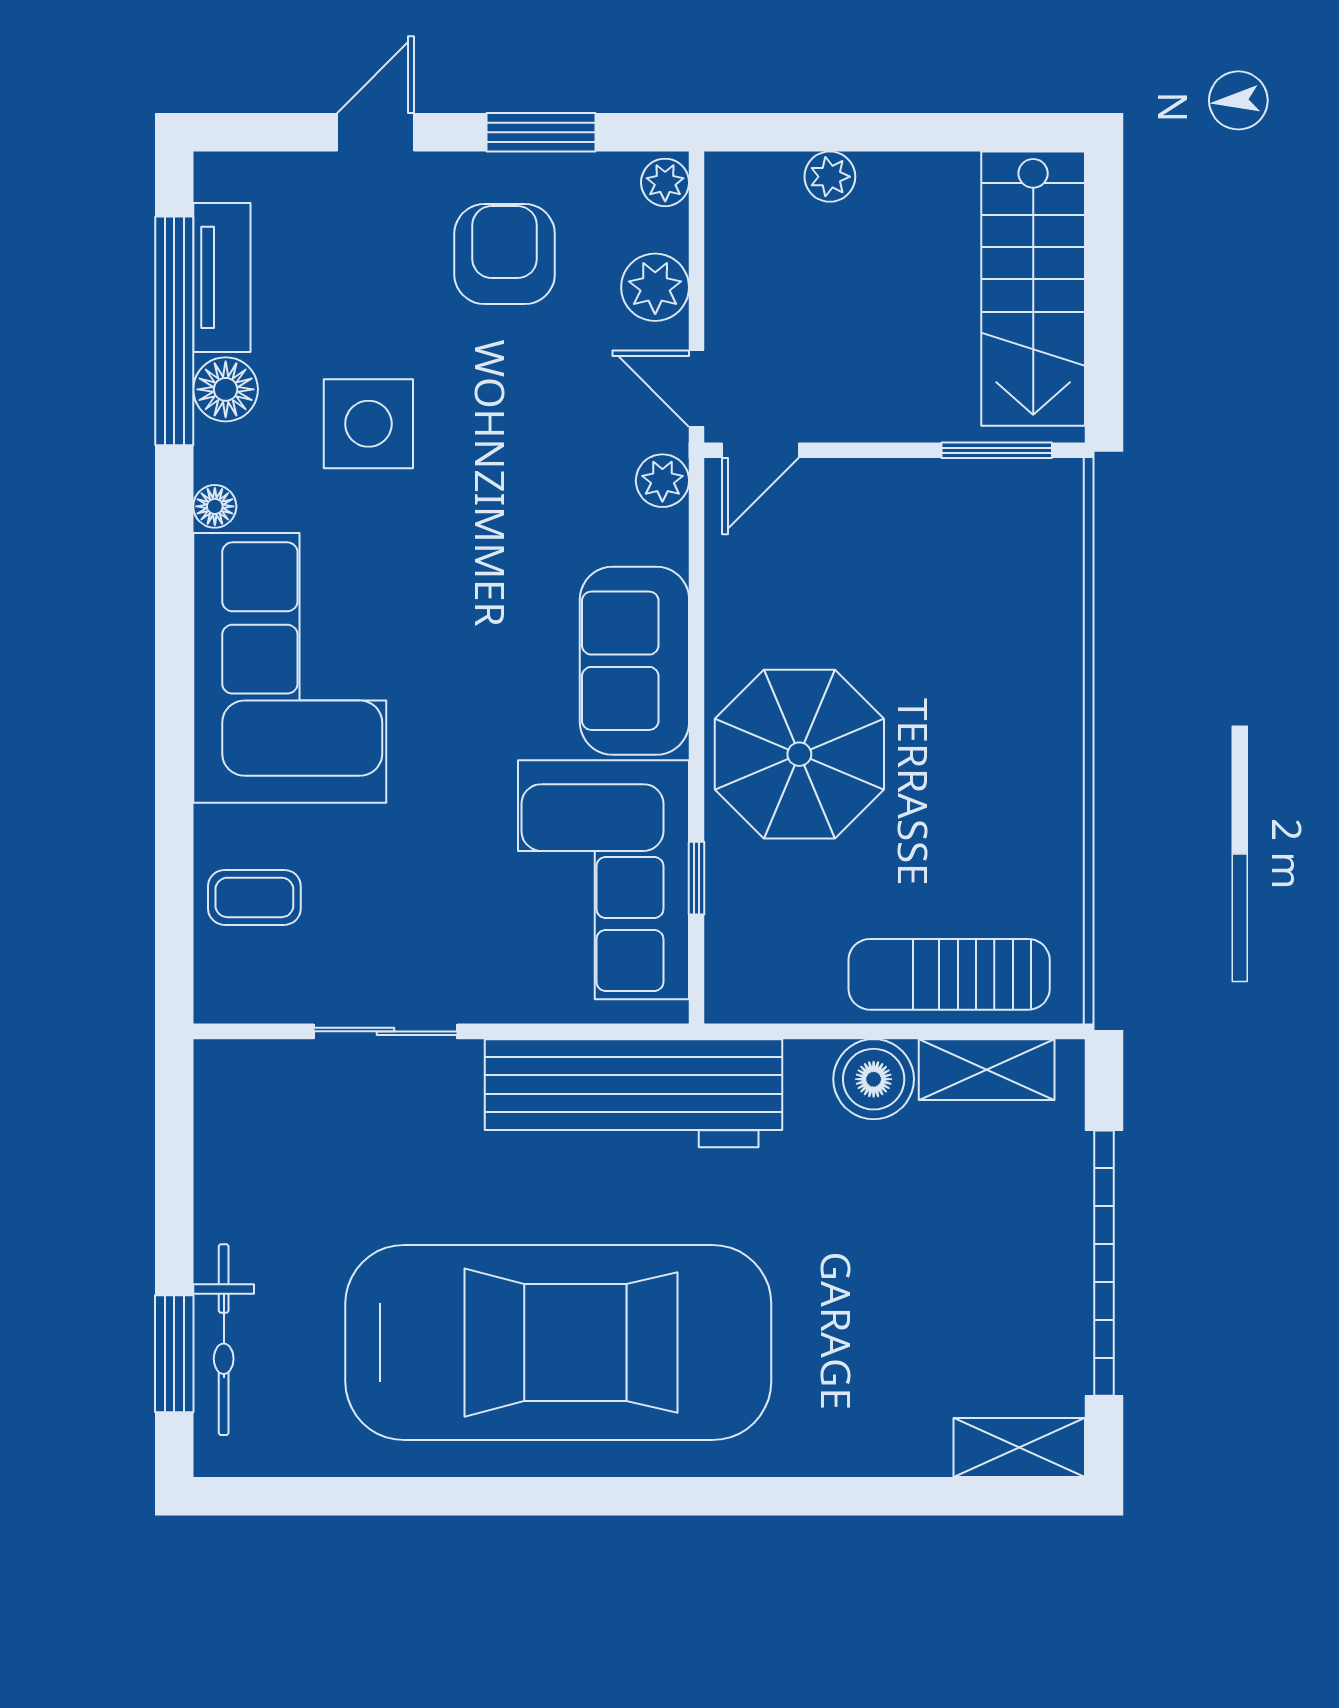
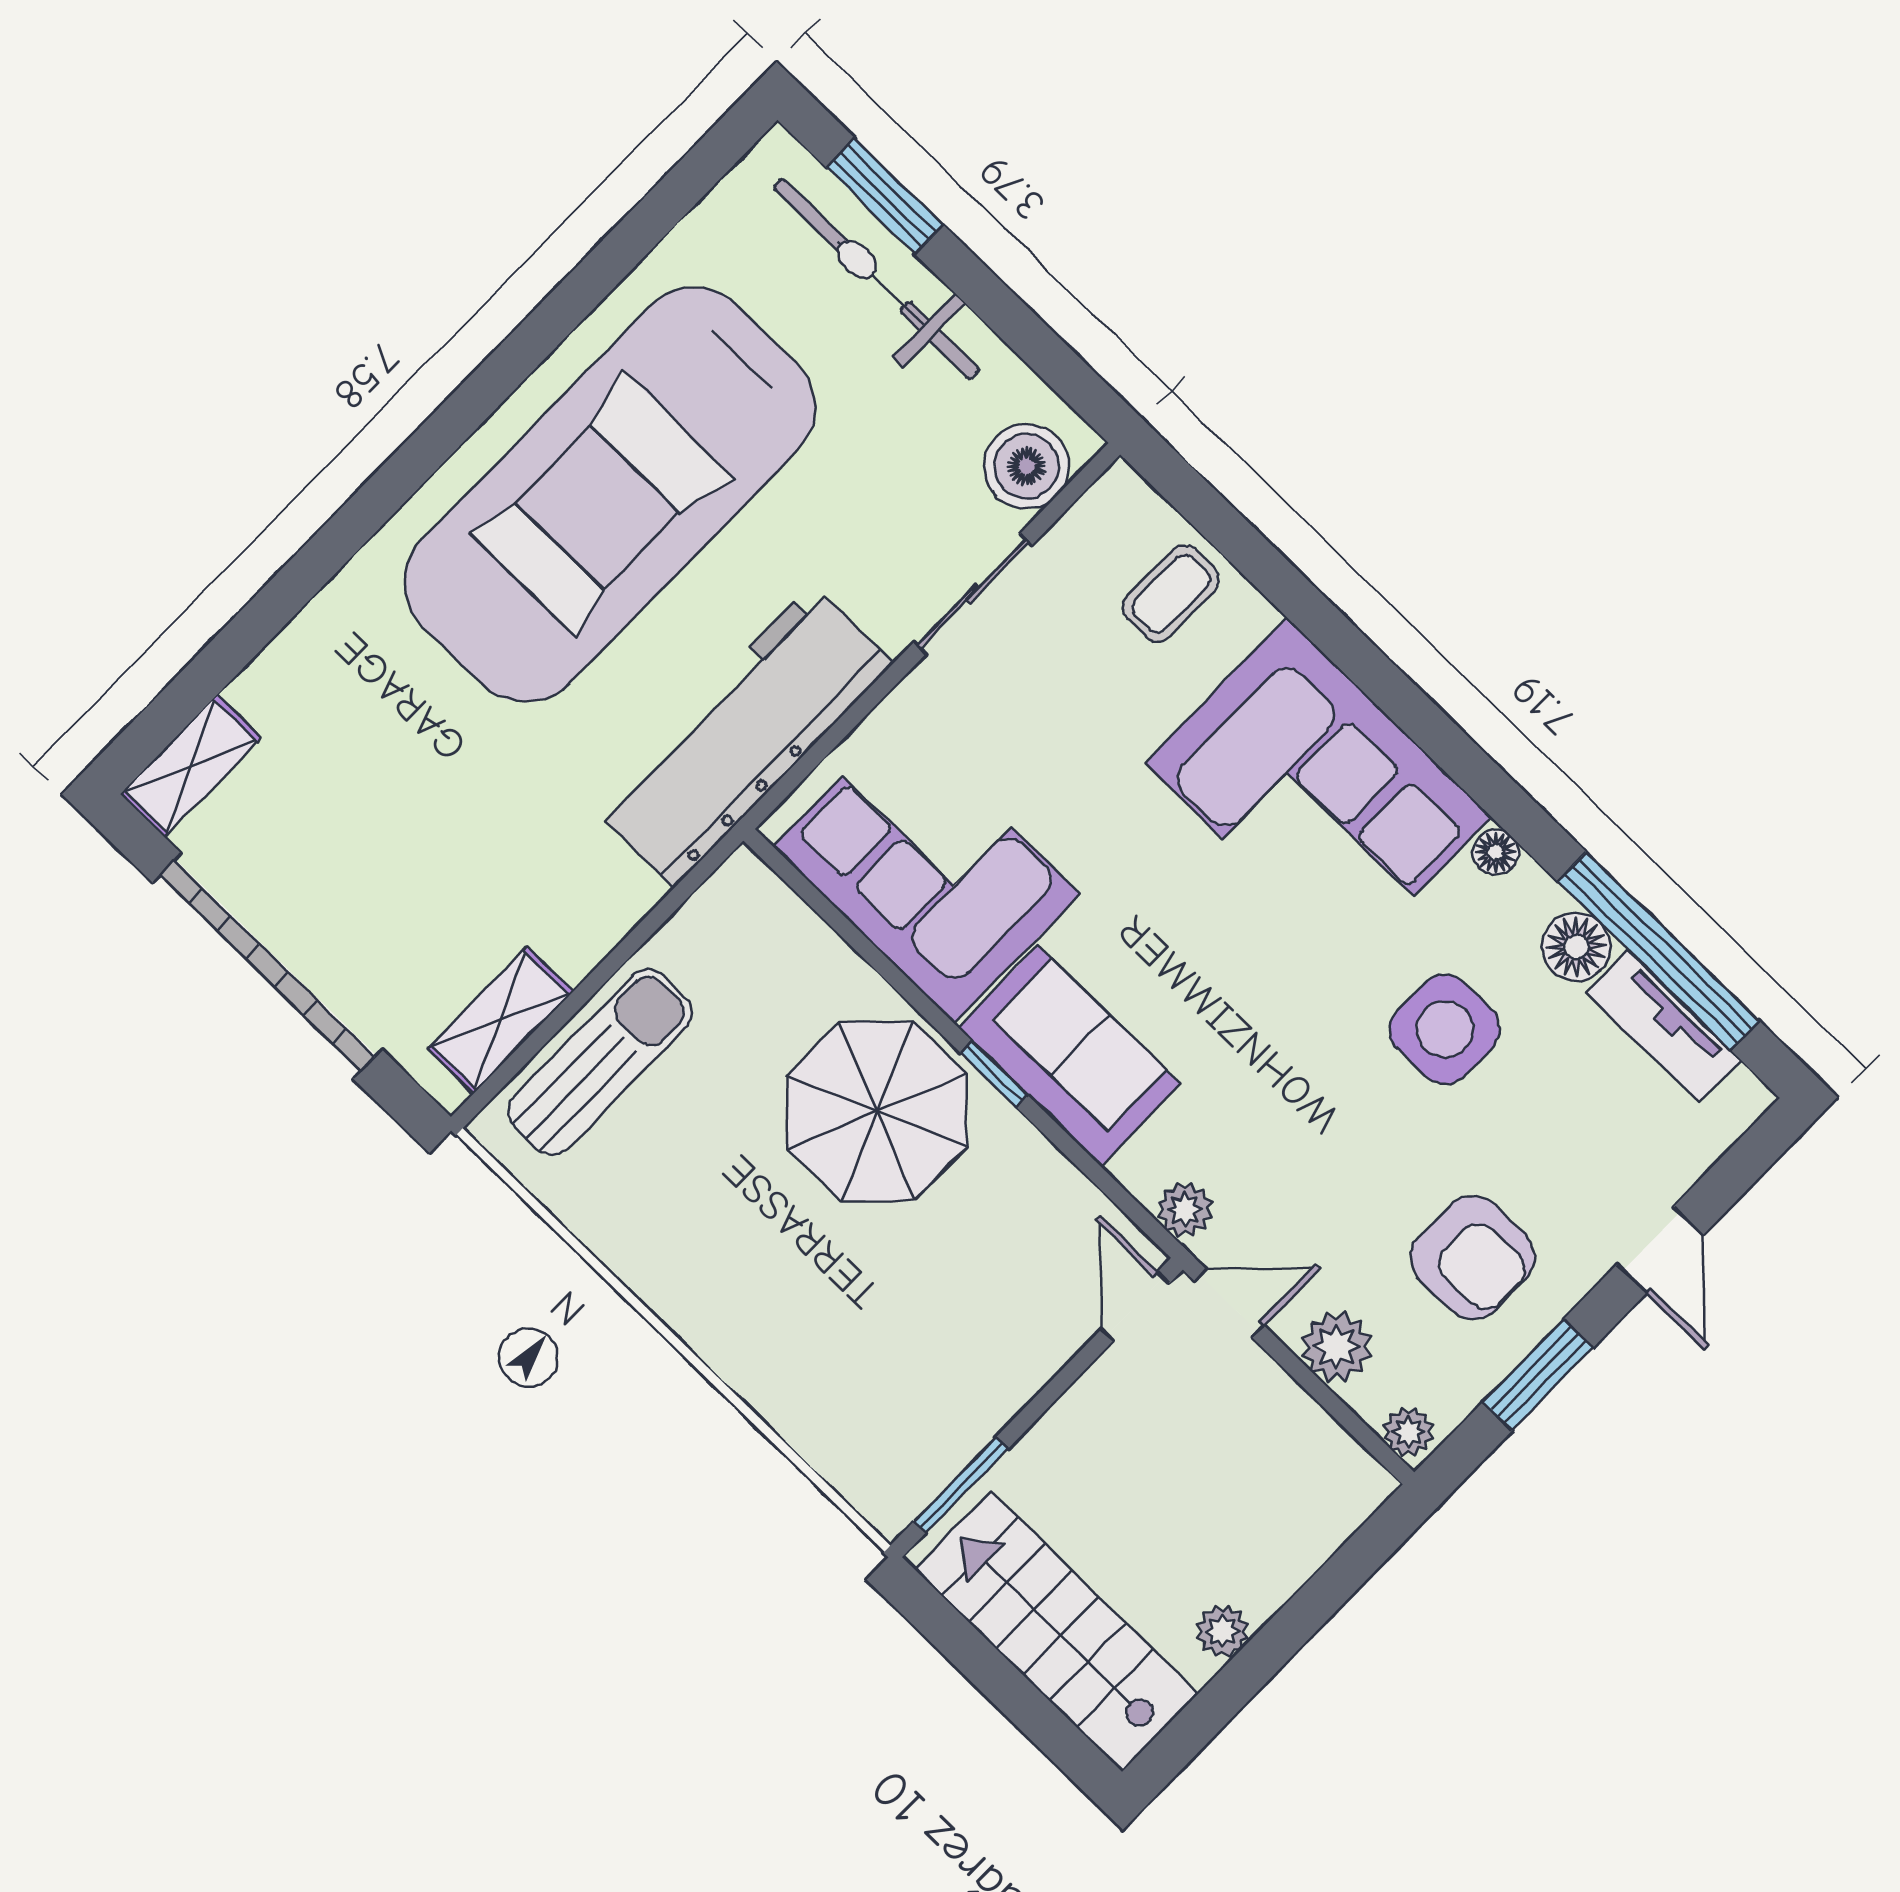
plant: (830, 177) -> (1222, 1631), moved
window: (697, 878) -> (994, 1074), moved
boiler: (874, 1079) -> (1027, 466), moved
bicycle: (224, 1340) -> (877, 279), width x1.37, depth x1.40

